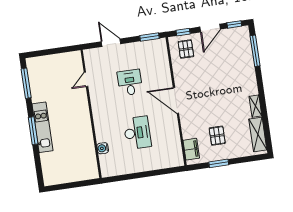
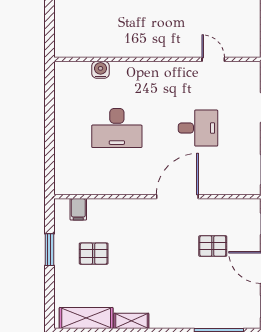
pallet: (186, 49) -> (213, 246), moved
door: (176, 100) -> (177, 197), moved
filing cabinet: (191, 149) -> (78, 209), width x0.50

